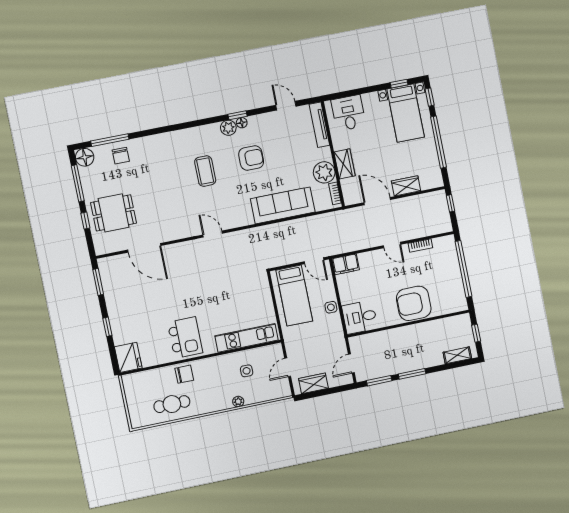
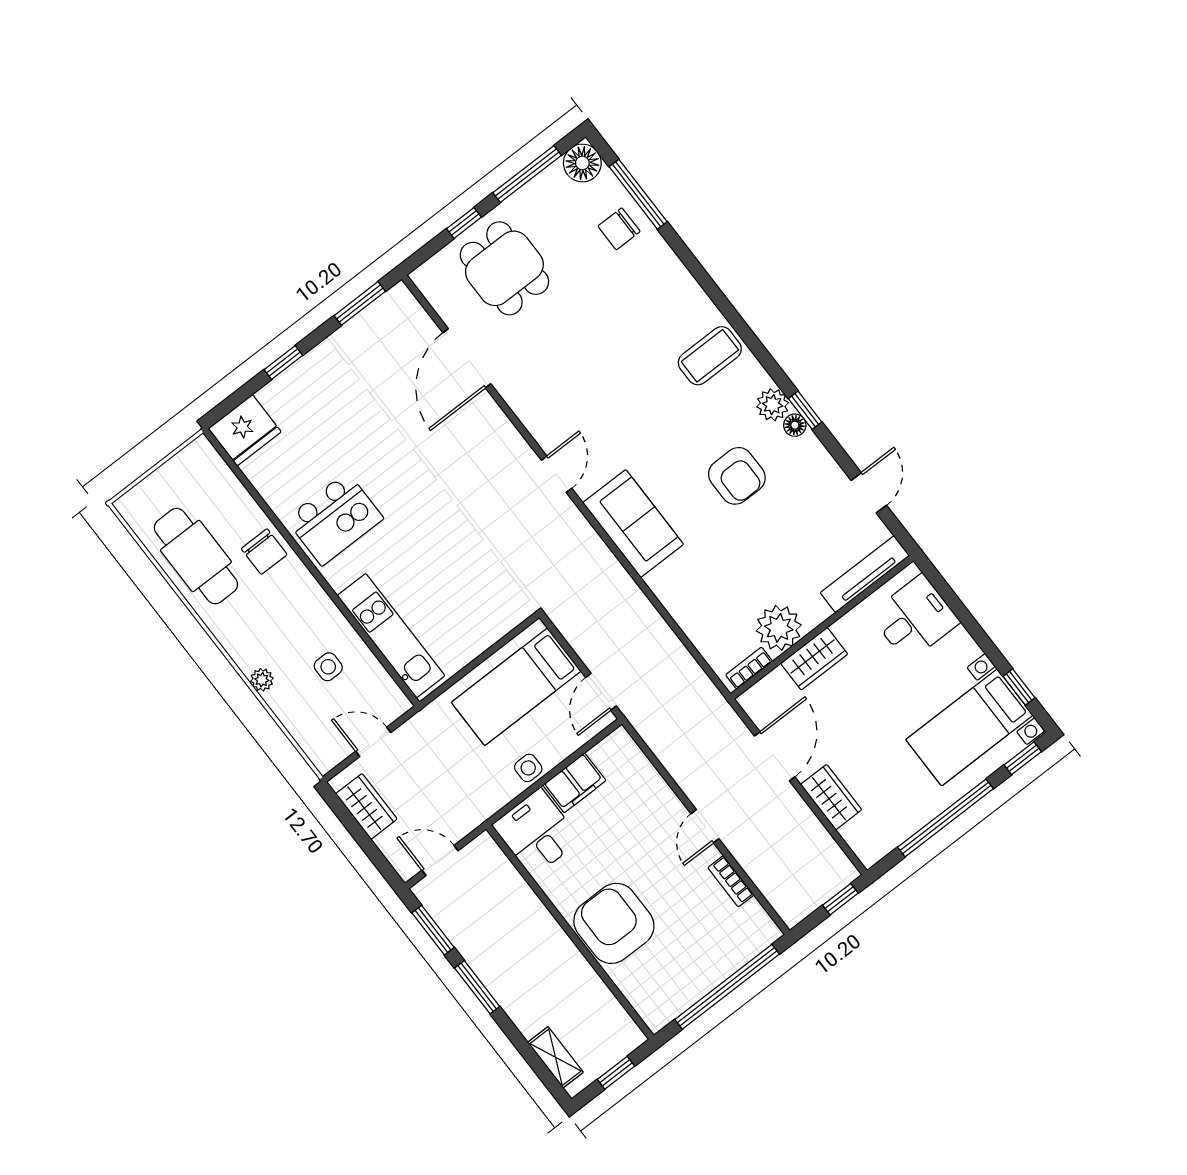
coffee table: (205, 171) -> (710, 356), moved
sofa: (283, 205) -> (633, 523), moved, width x0.73
filing cabinet: (346, 264) -> (574, 783), moved, turned -90
cafe table: (172, 404) -> (196, 556), width x1.37, depth x1.35

